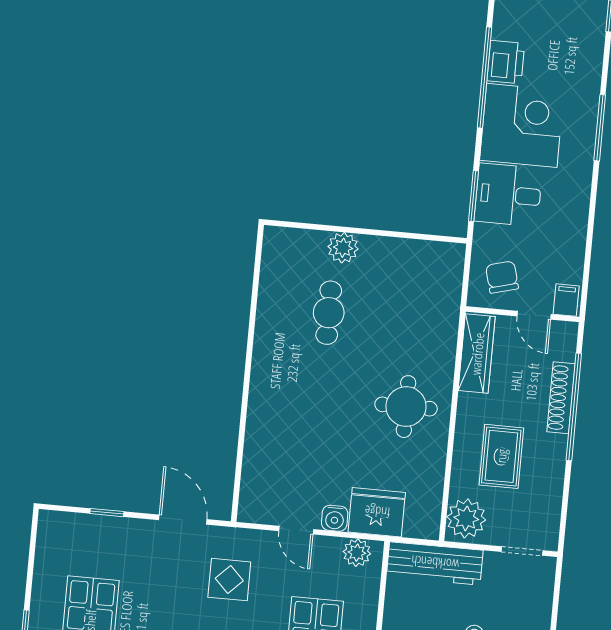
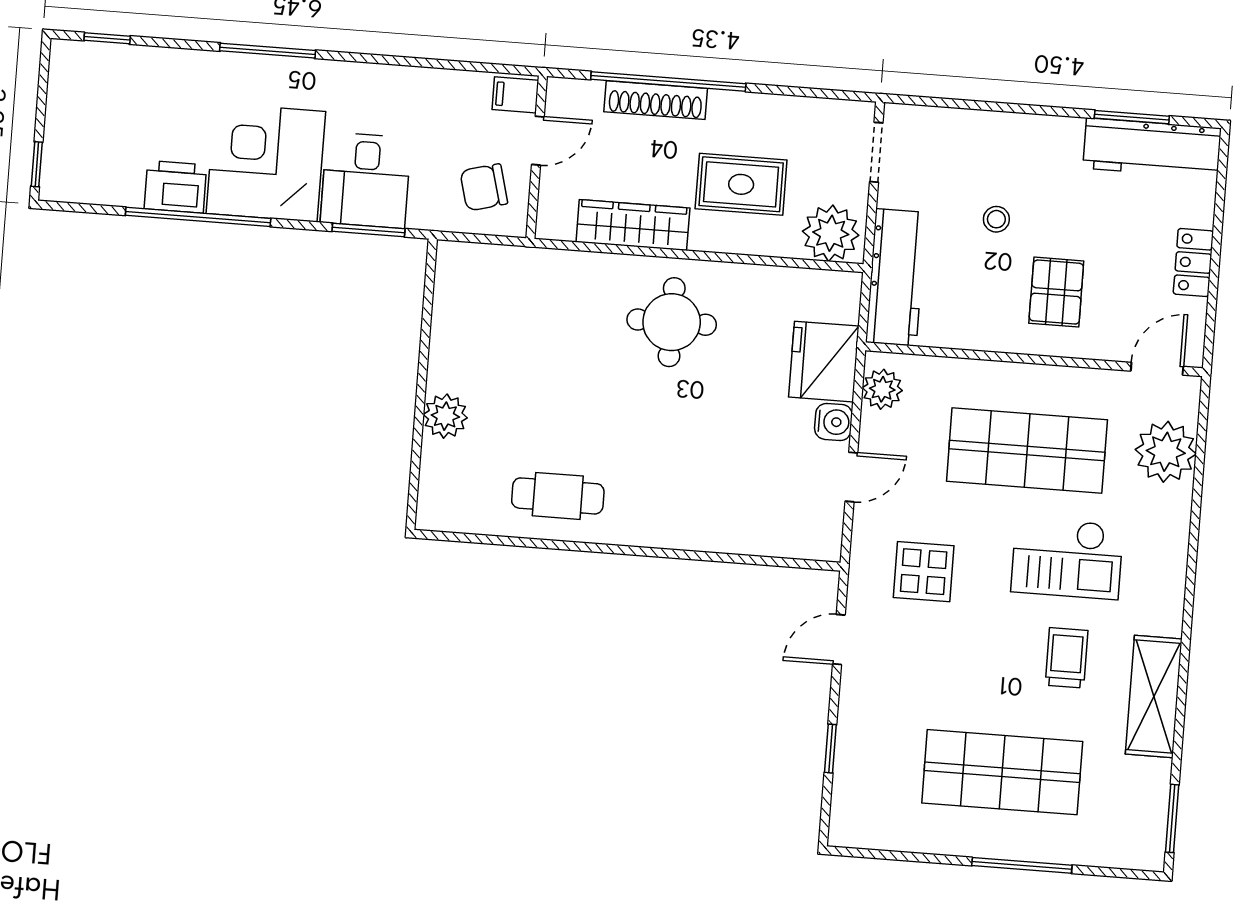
cafe table: (329, 313) -> (558, 496), moved
wardrobe: (477, 354) -> (633, 225), moved
door: (183, 520) -> (839, 639), width x0.73

